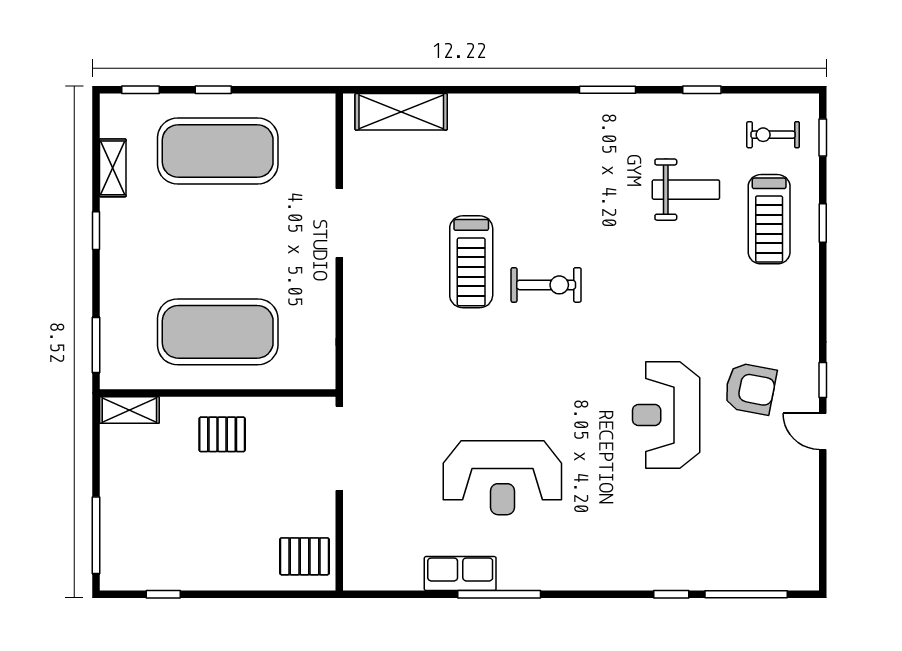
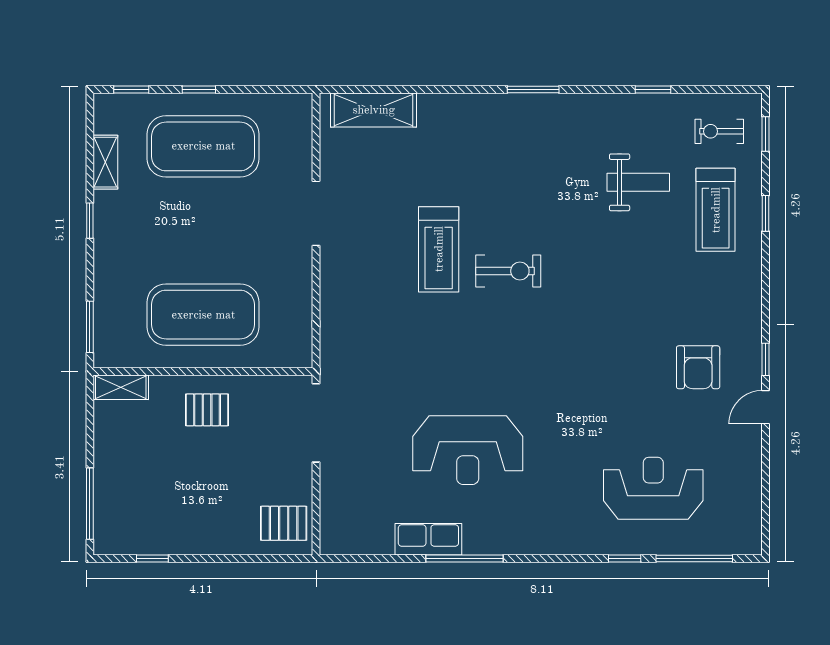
window: (608, 90) -> (533, 89), moved
armchair: (750, 389) -> (698, 367), turned 79
reception desk: (666, 415) -> (653, 488), moved, turned 90
door: (823, 431) -> (766, 407), hinge flipped

